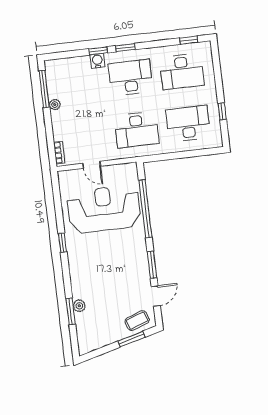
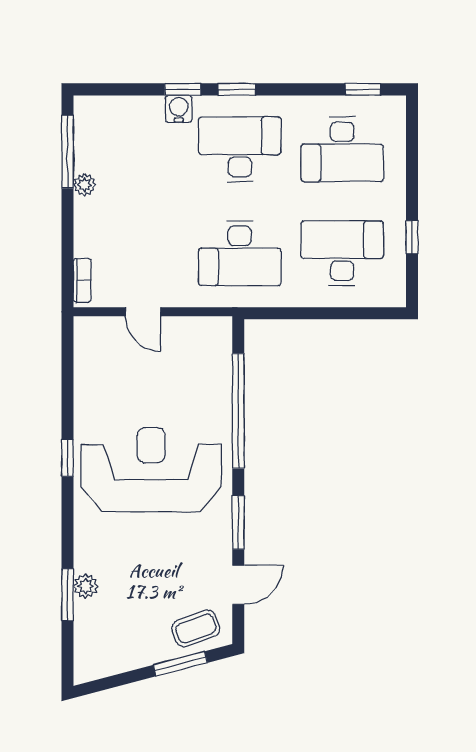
reception desk: (104, 209) -> (151, 470), moved

